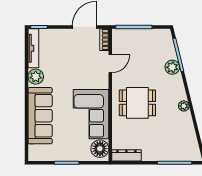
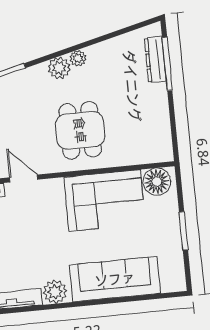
plant: (172, 67) -> (59, 68), moved
dresser: (126, 155) -> (155, 60), moved

